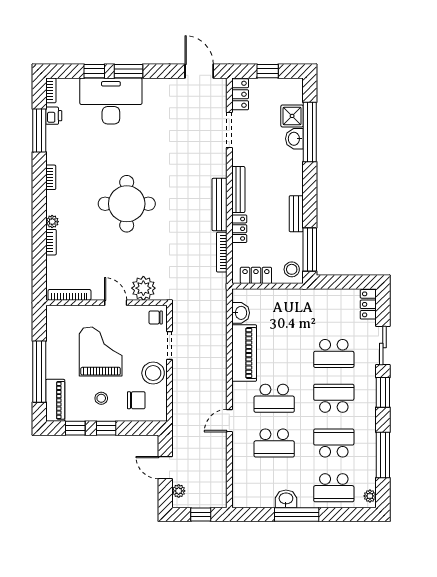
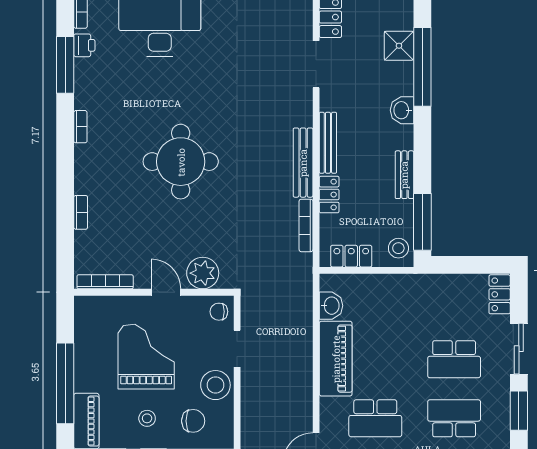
washbasin: (294, 139) -> (402, 110), moved
plant: (52, 222) -> (82, 185), removed

